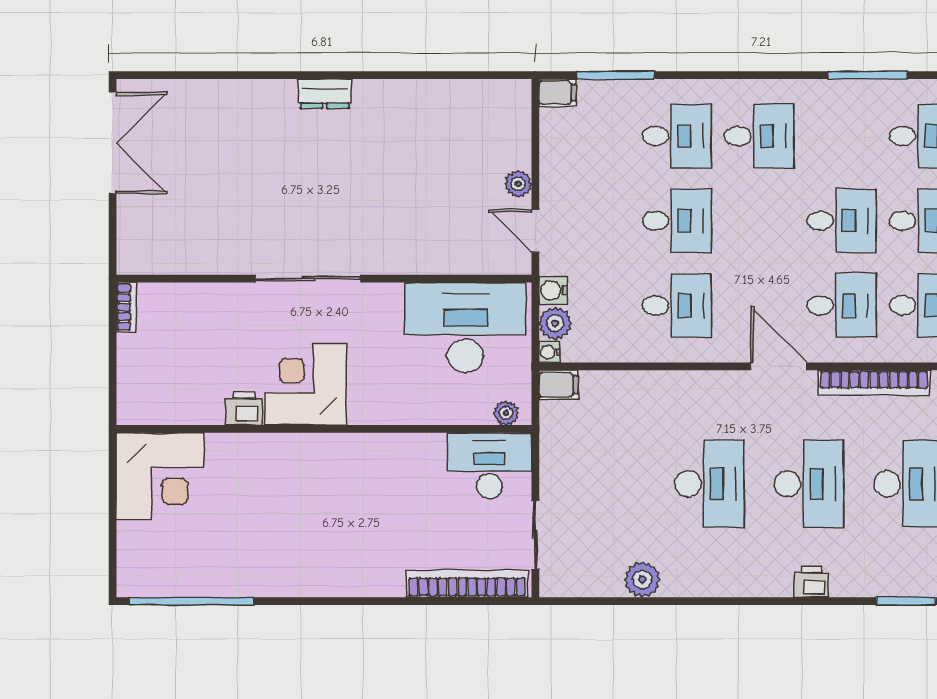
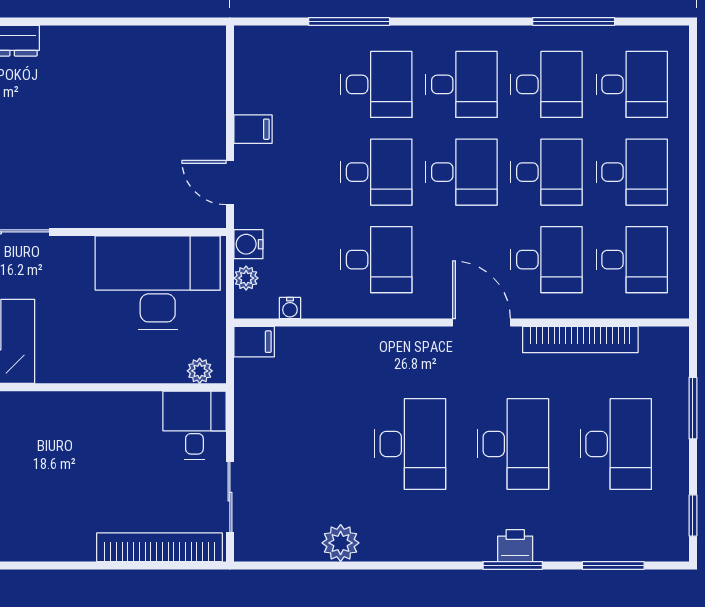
window: (615, 75) -> (349, 21), moved
filing cabinet: (558, 93) -> (253, 129), moved
desk: (841, 136) -> (547, 84), added
plant: (518, 184) -> (212, 134), removed
desk: (759, 221) -> (461, 172), added
plant: (555, 323) -> (246, 278), width x0.73, depth x0.73
water cooler: (549, 352) -> (290, 308), moved, turned -90
desk: (489, 466) -> (194, 425), width x0.73
window: (809, 601) -> (513, 565), added

